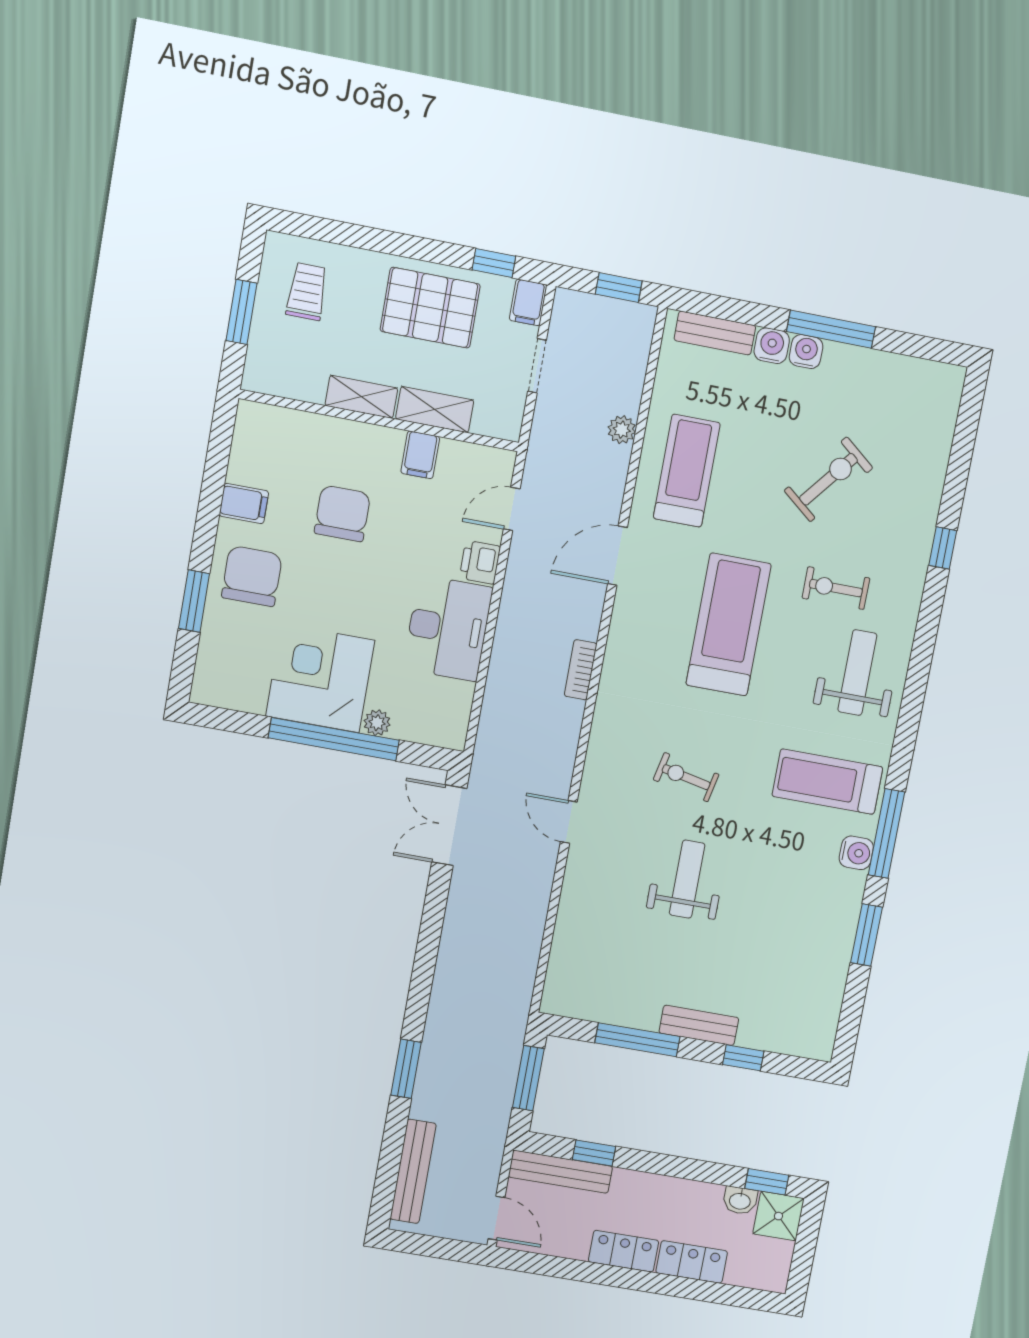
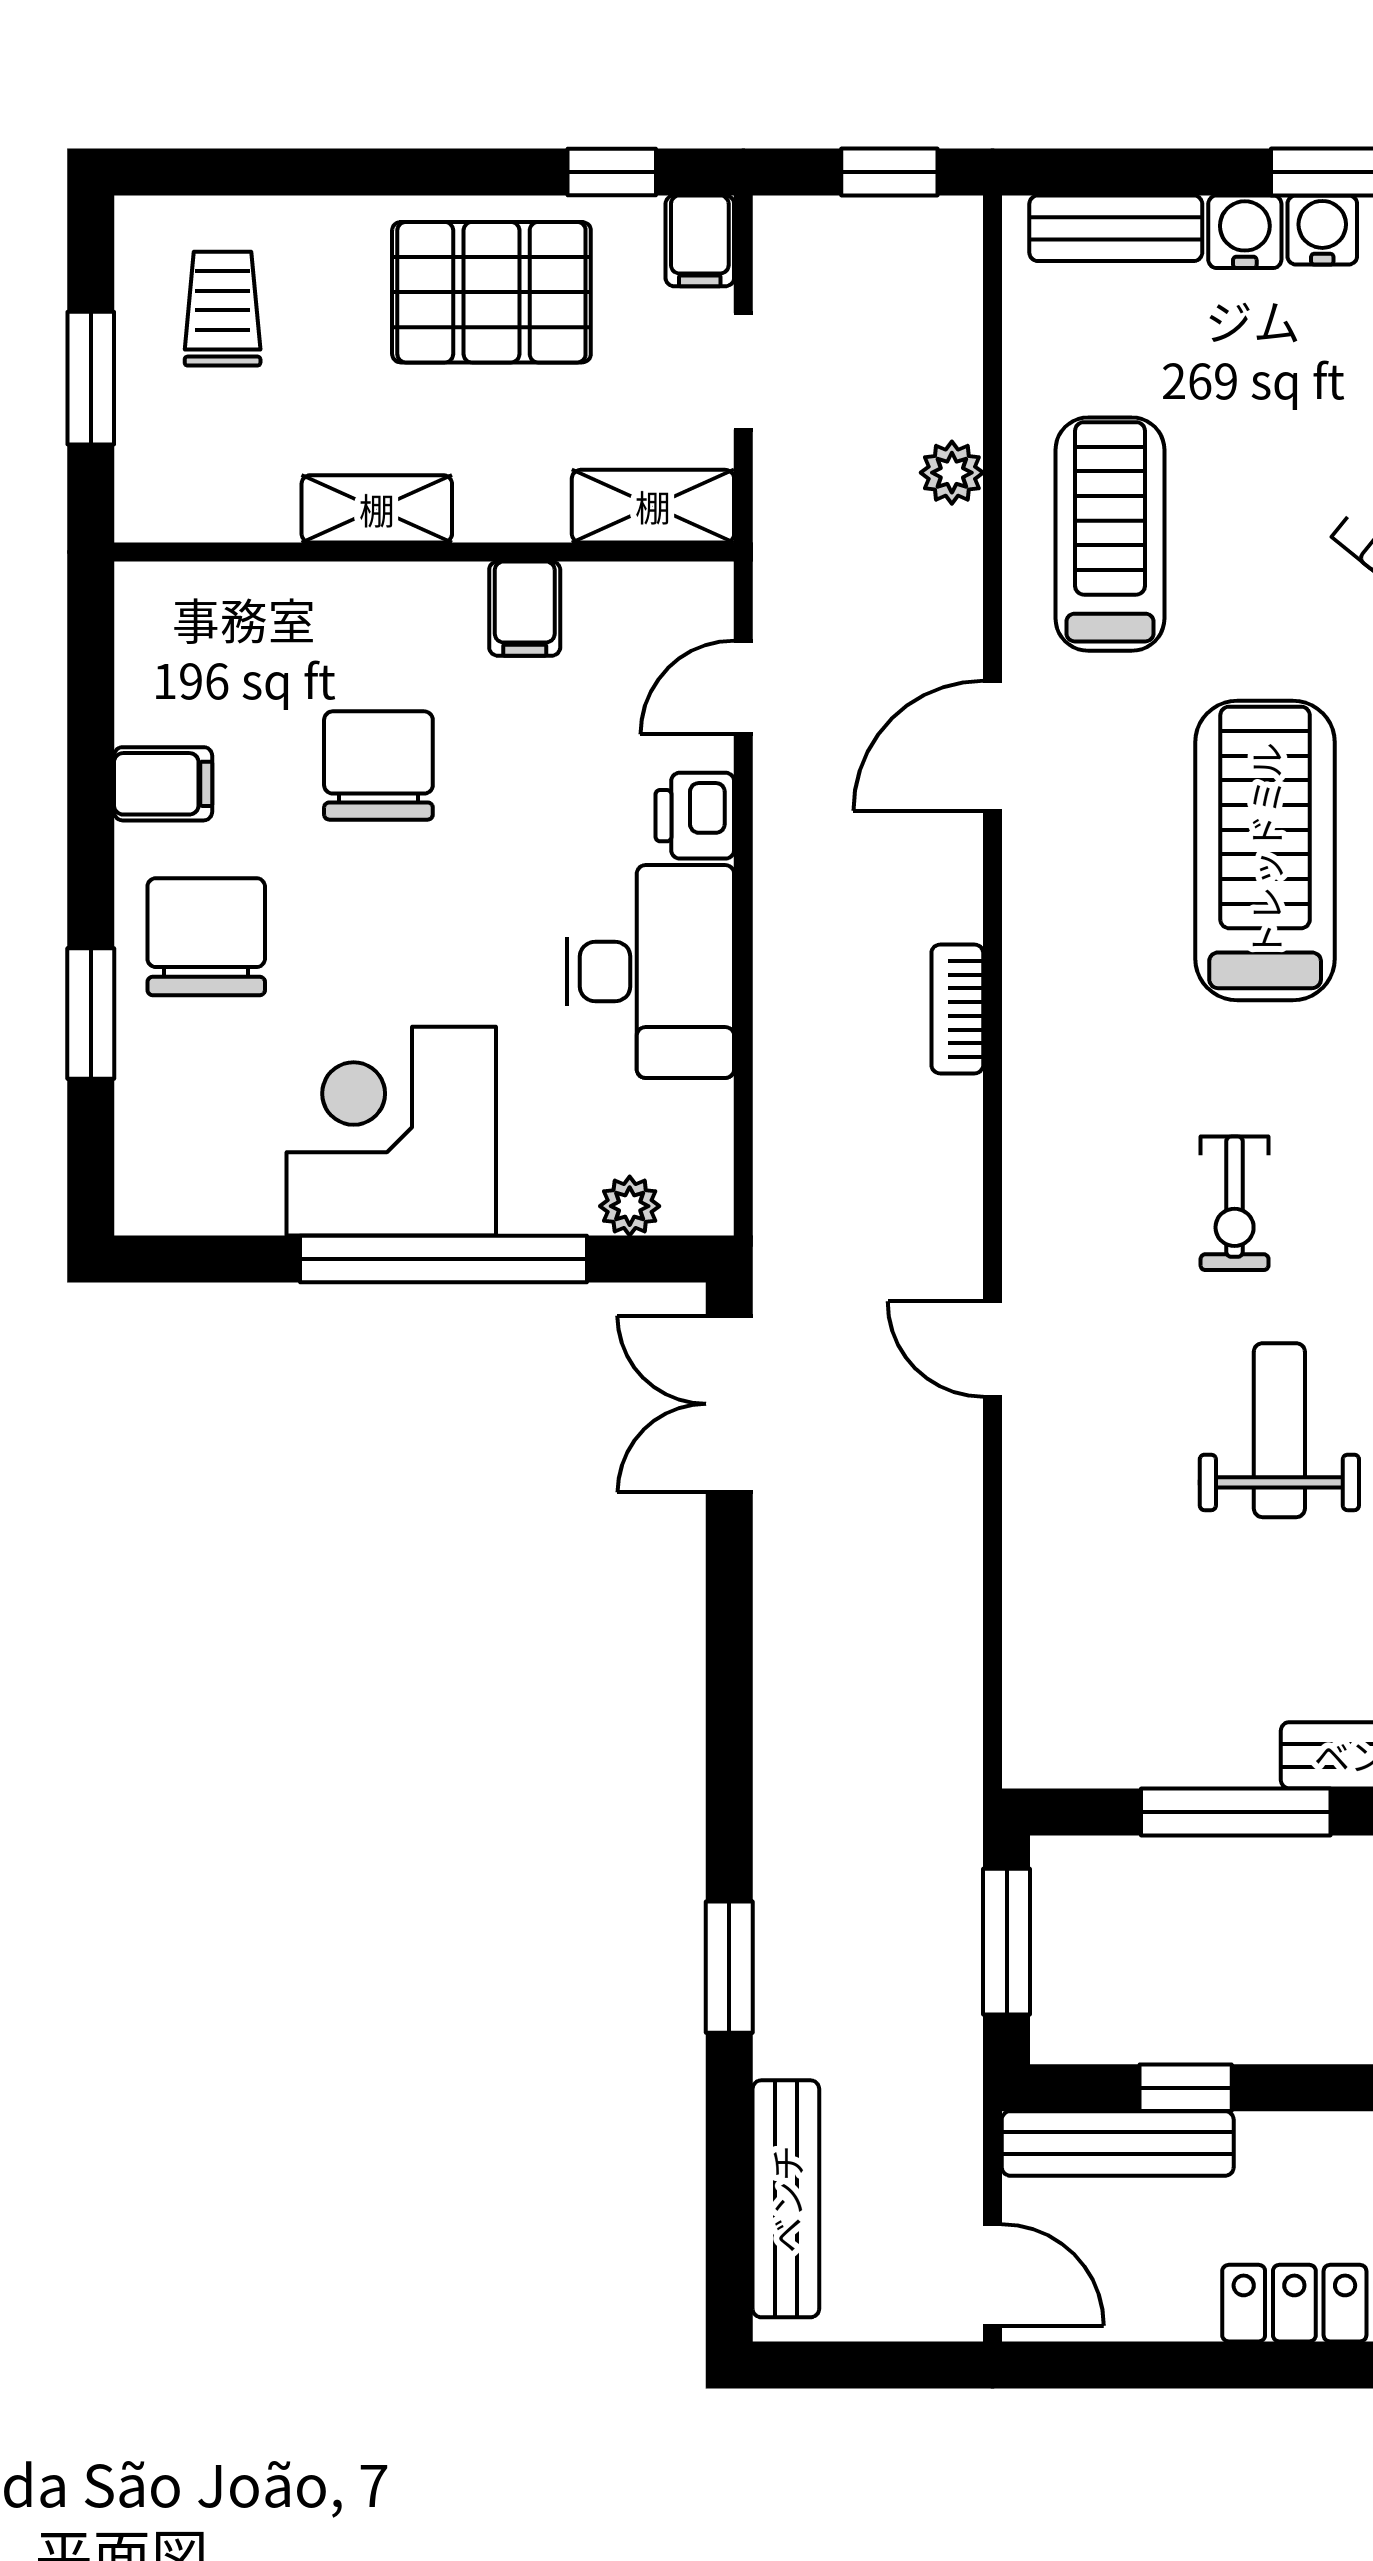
shelving: (435, 410) -> (653, 506), moved
plant: (377, 723) -> (630, 1206), moved
exercise bike: (686, 777) -> (1235, 1203), turned -102

